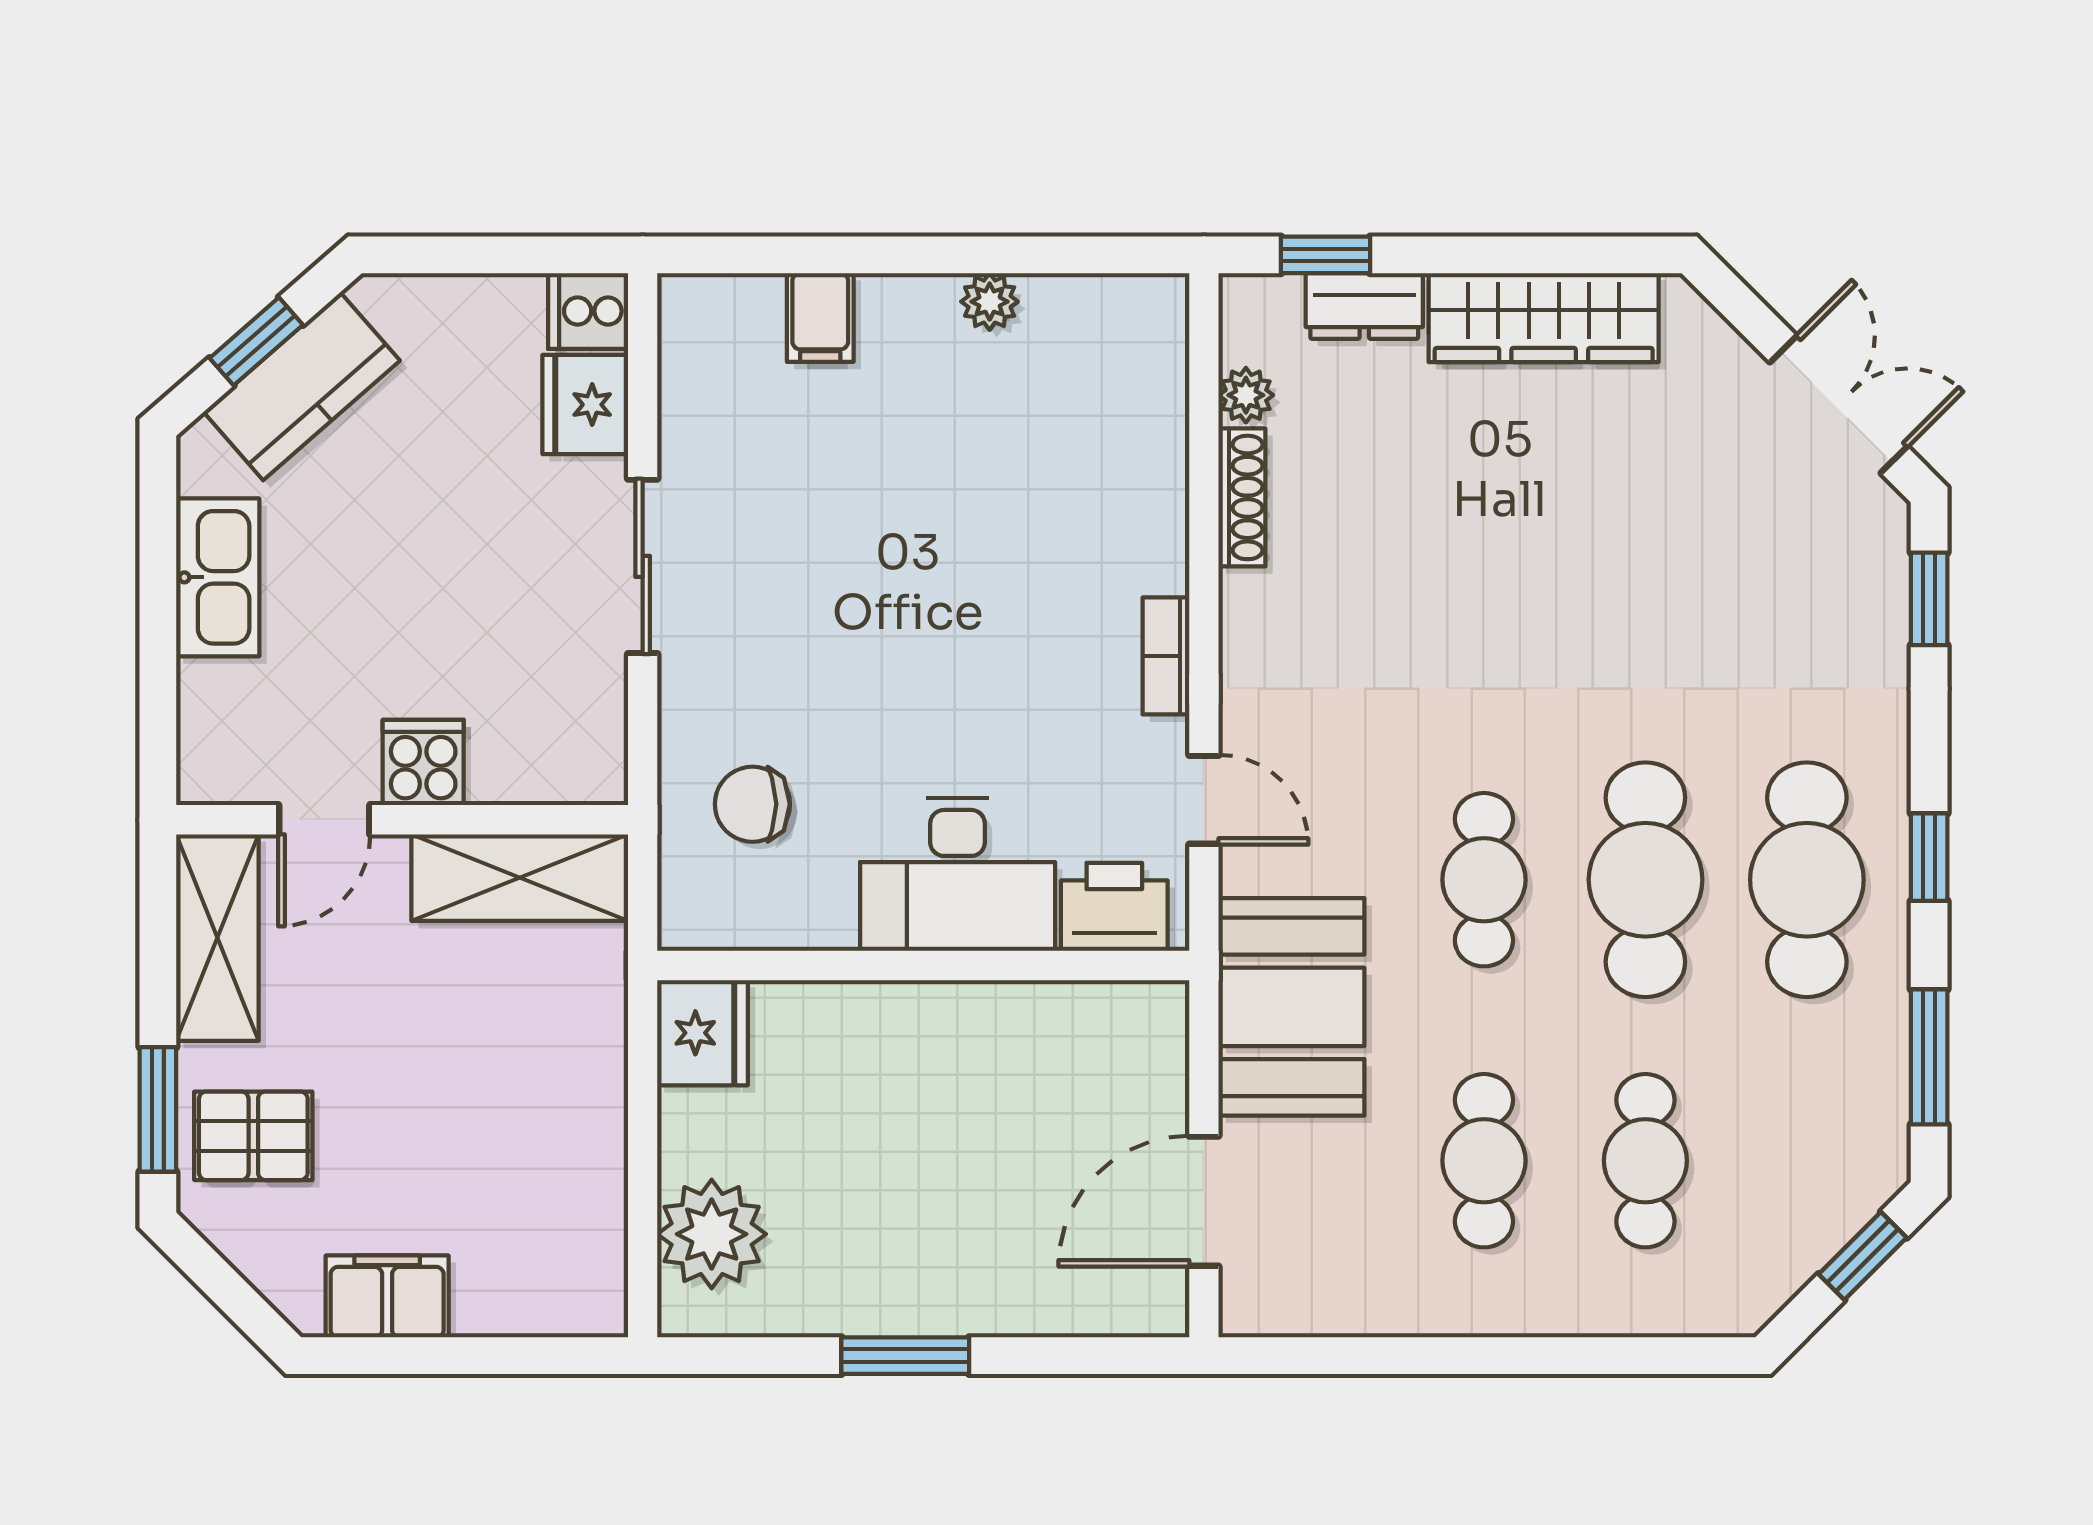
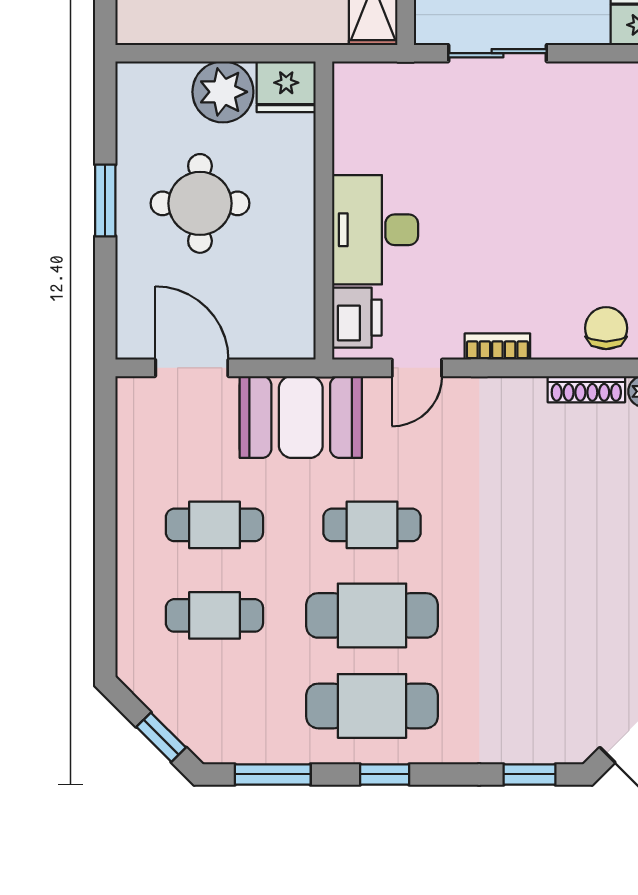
sliding door: (643, 566) -> (498, 53), moved
chair: (752, 804) -> (606, 328), moved
round table: (911, 1187) -> (200, 203), added
plant: (712, 1234) -> (223, 92), moved

